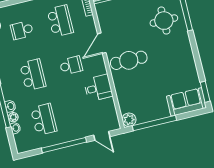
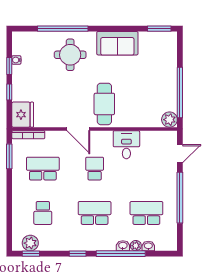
sofa: (186, 102) -> (117, 43), moved, turned -90

